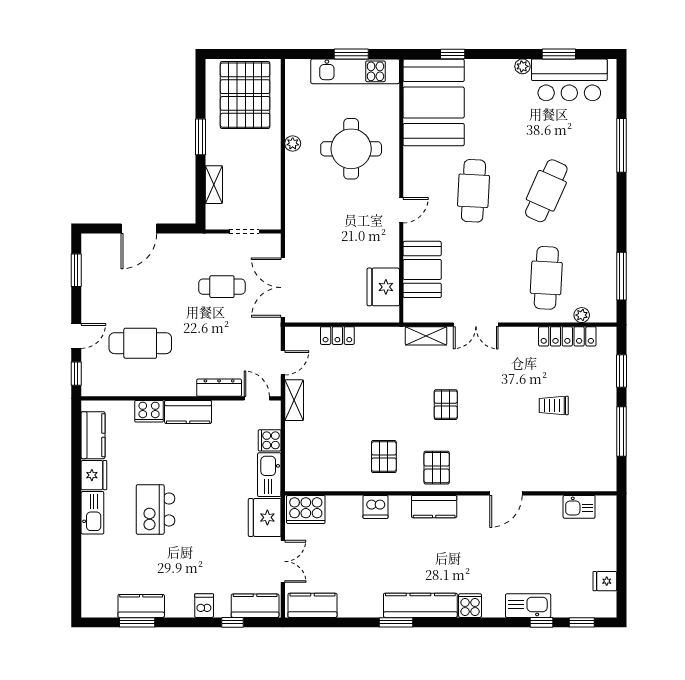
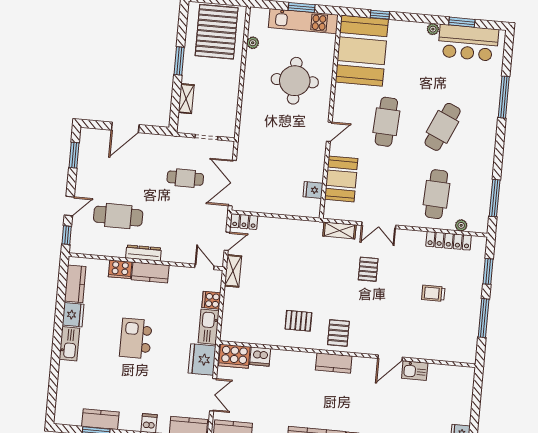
plant: (293, 144) -> (253, 43), moved
fridge: (383, 287) -> (313, 190), width x0.53, depth x0.75
locker: (337, 336) -> (244, 222), moved
dresser: (219, 388) -> (143, 253), moved
pallet: (446, 405) -> (368, 269), moved
pallet: (384, 457) -> (298, 321), turned 90
dishwasher: (375, 507) -> (260, 357), moved
kitchen sink: (579, 507) -> (415, 371), moved
kitchen island: (156, 509) -> (136, 338), moved

